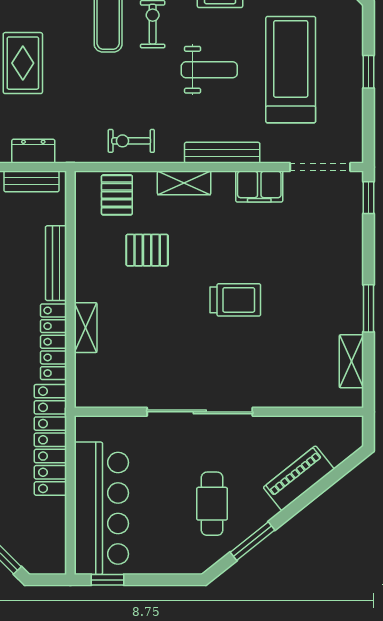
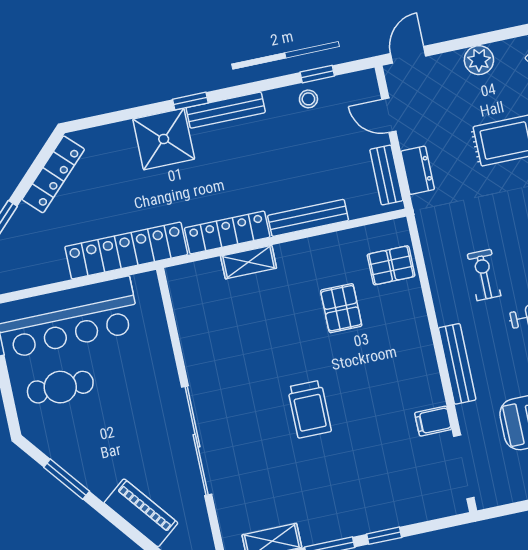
exercise bike: (131, 141) -> (484, 275), moved
shelving: (184, 183) -> (418, 331), removed
filing cabinet: (259, 187) -> (433, 421), width x0.50
window: (369, 198) -> (384, 536), moved
sliding door: (200, 412) -> (197, 441), moved
cafe table: (212, 504) -> (60, 387), moved

